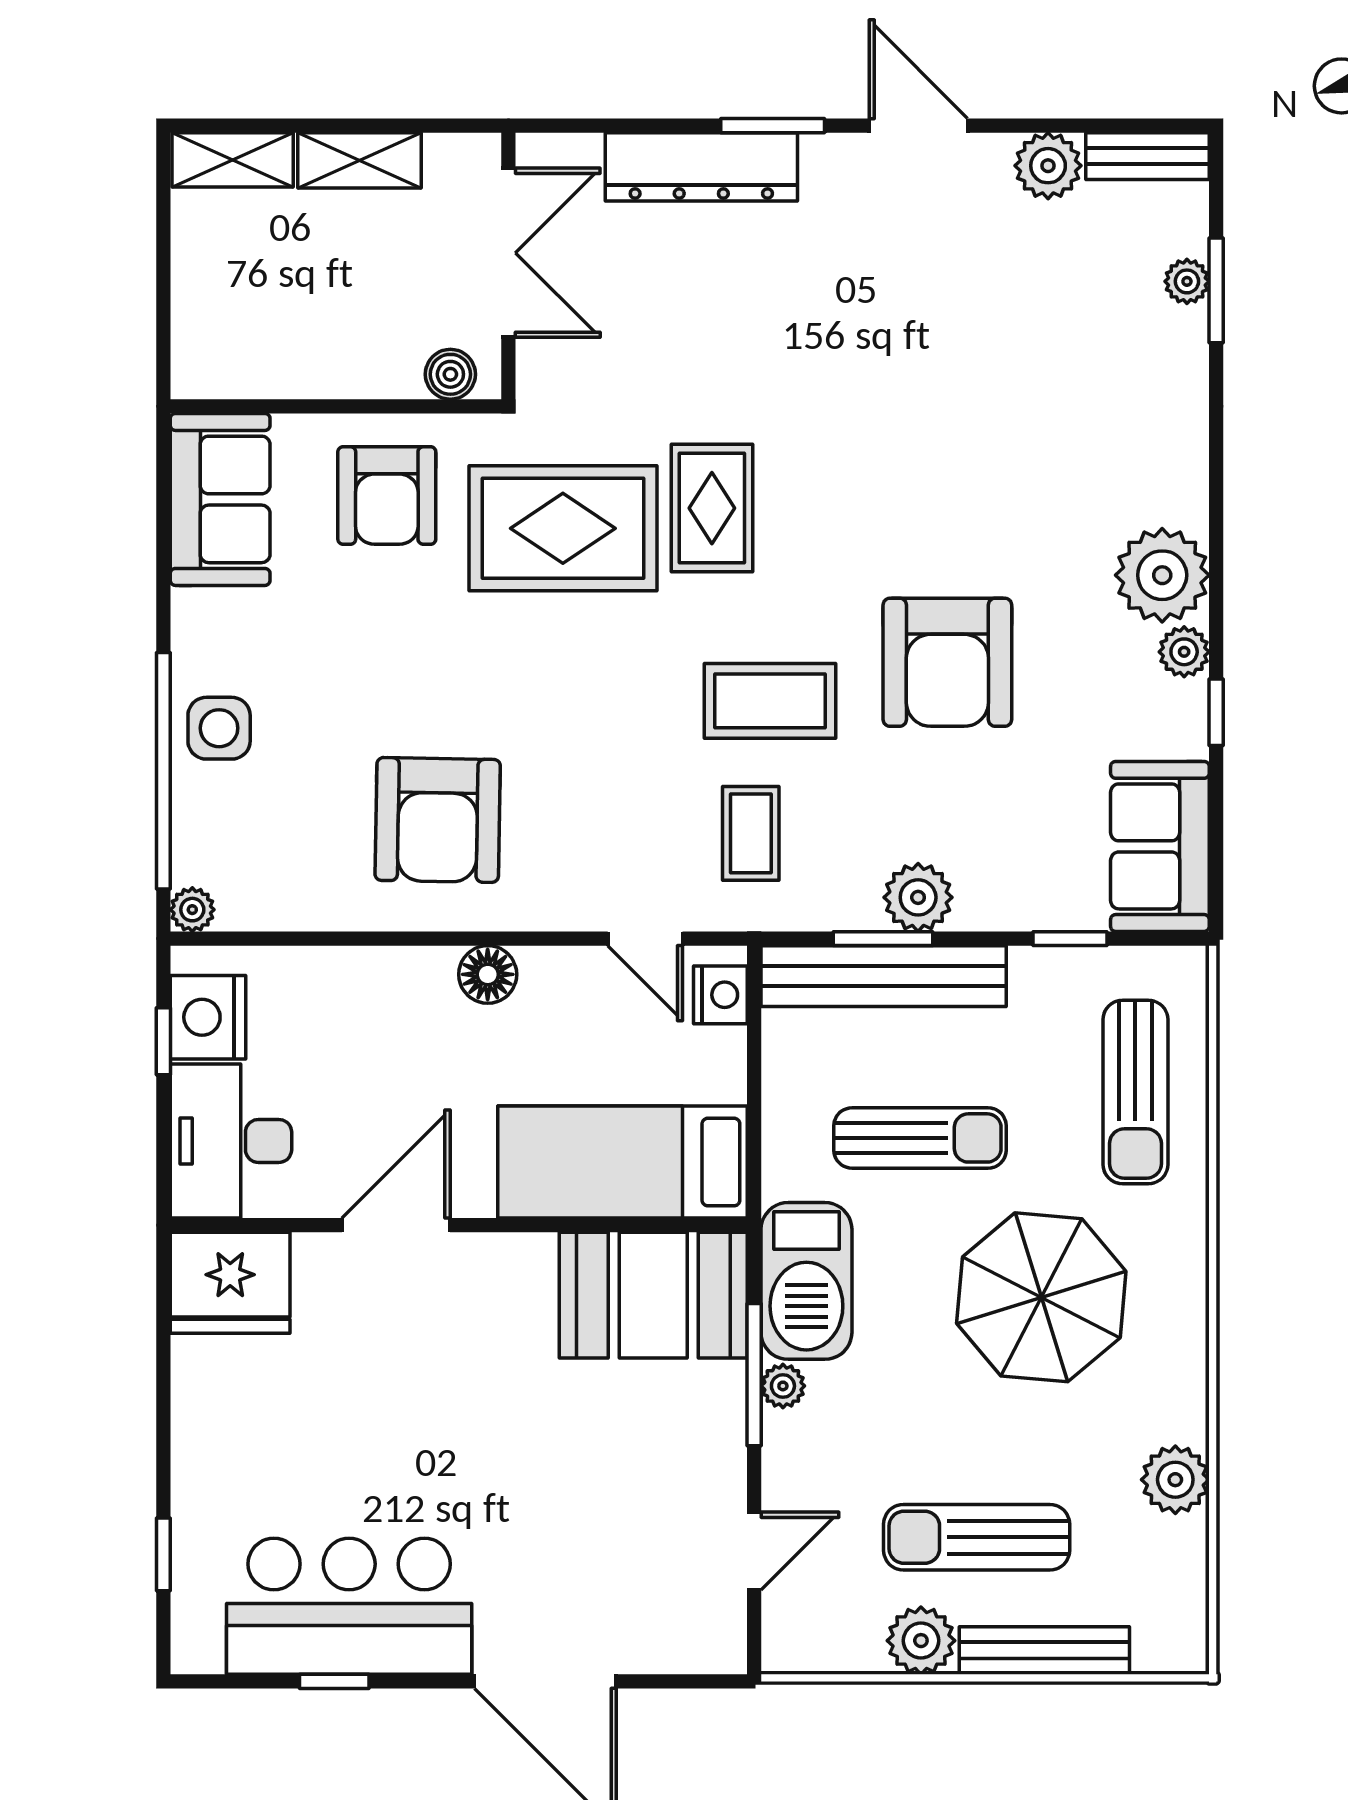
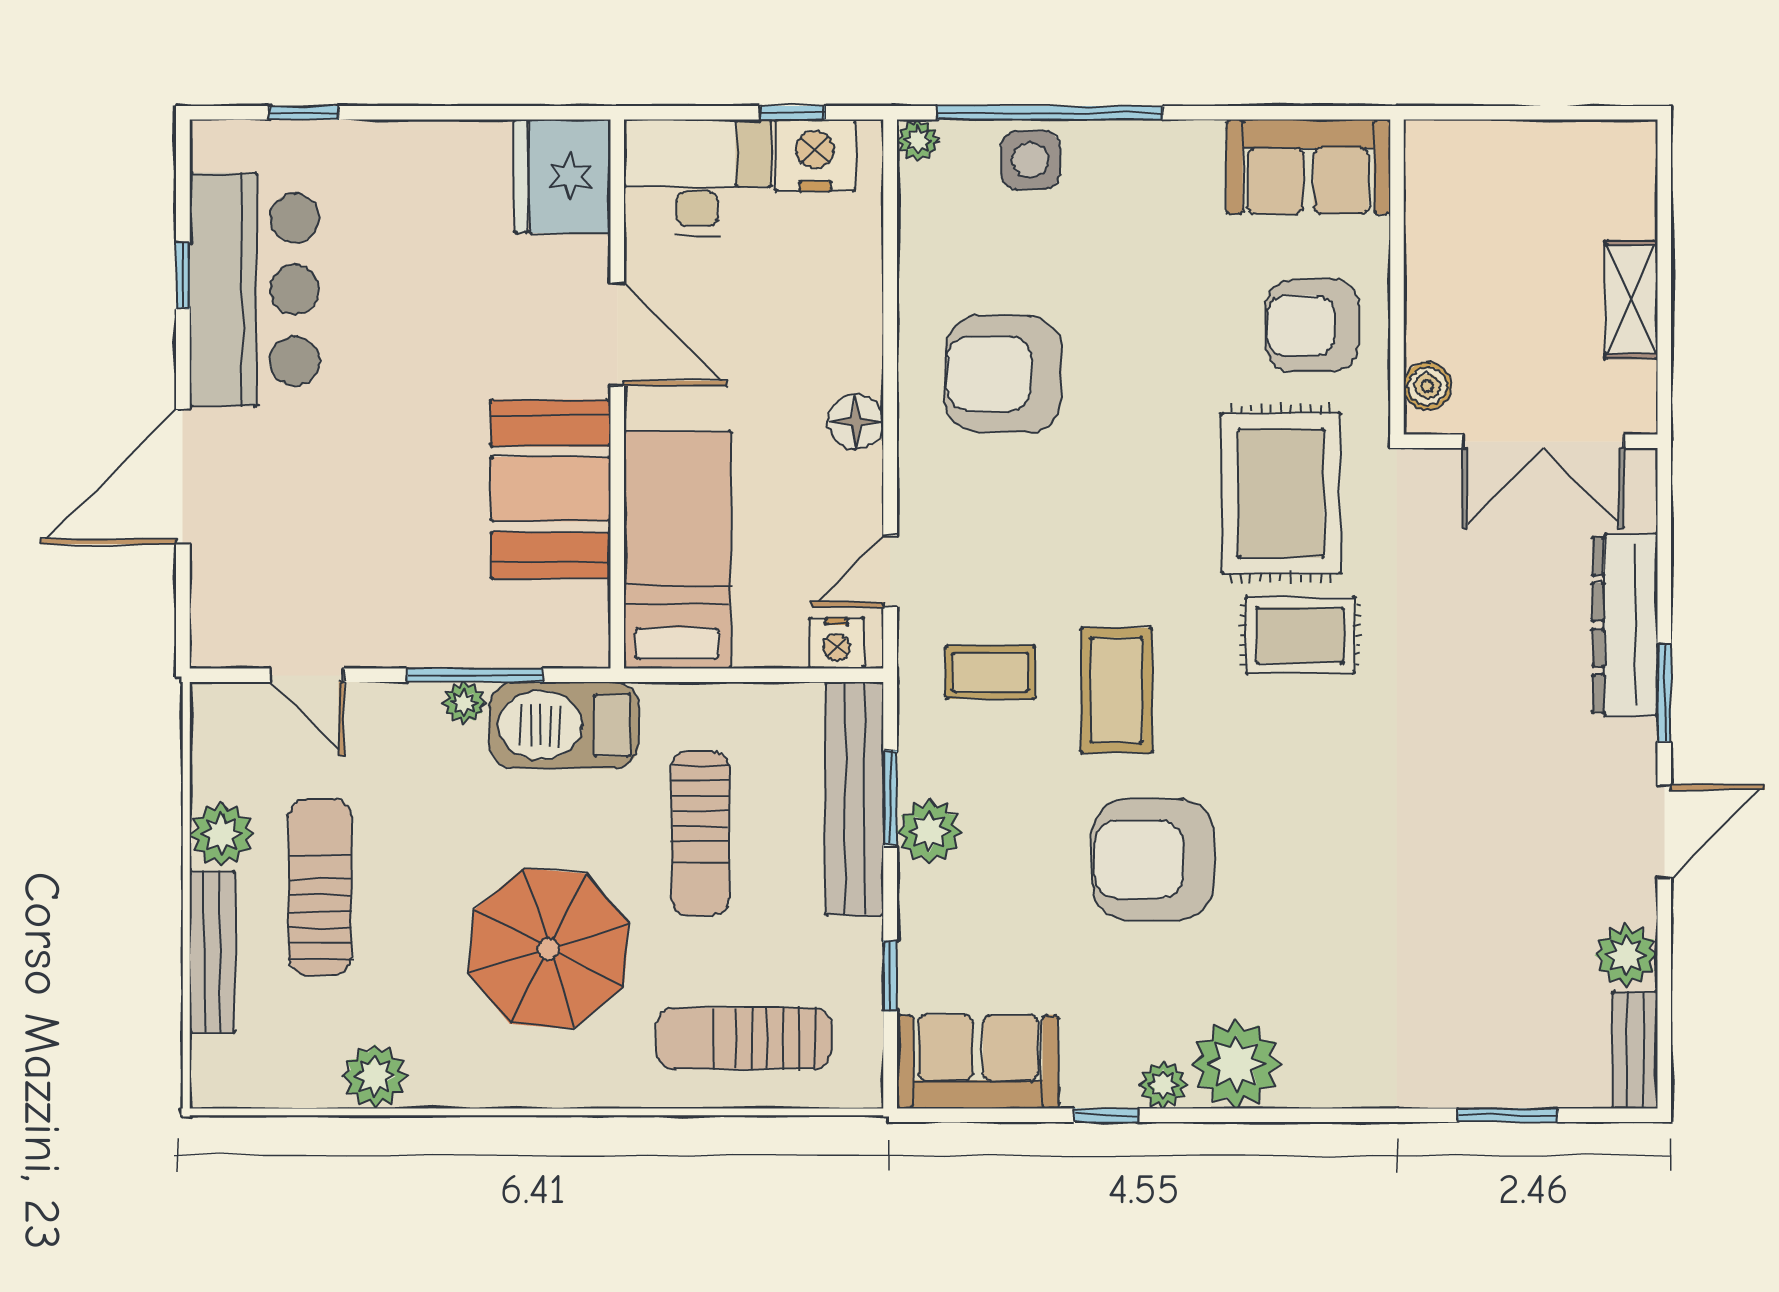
shelving: (233, 160) -> (1632, 179), removed
plant: (1187, 281) -> (1516, 1087), removed
side table: (219, 728) -> (1030, 160), moved
booth: (653, 1295) -> (551, 489), moved

